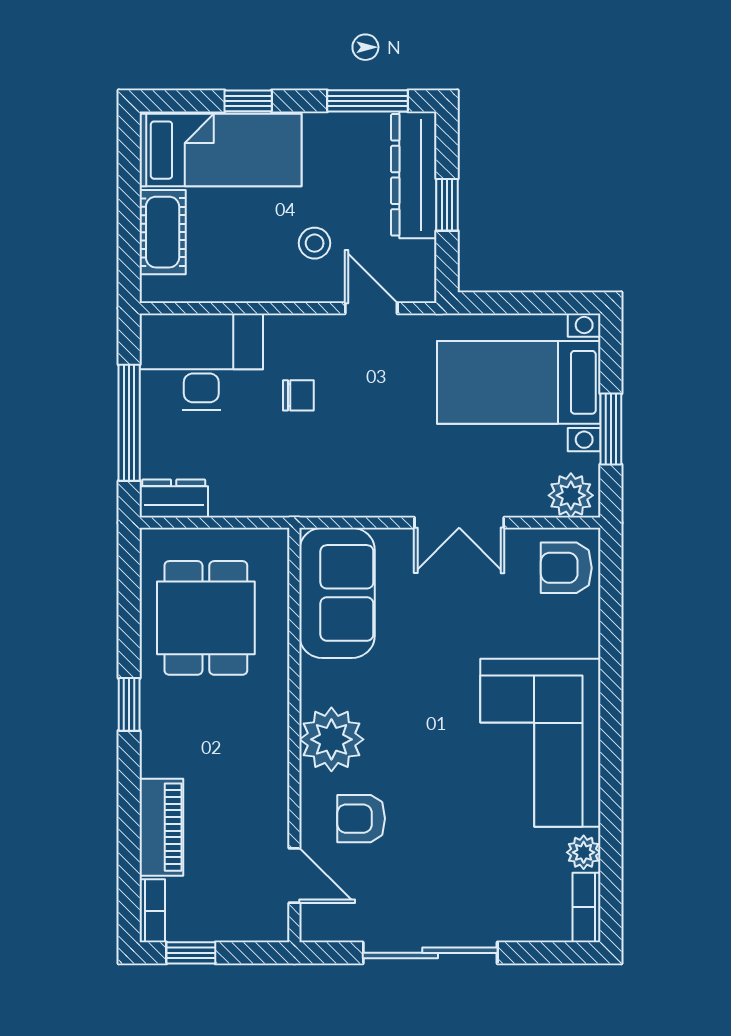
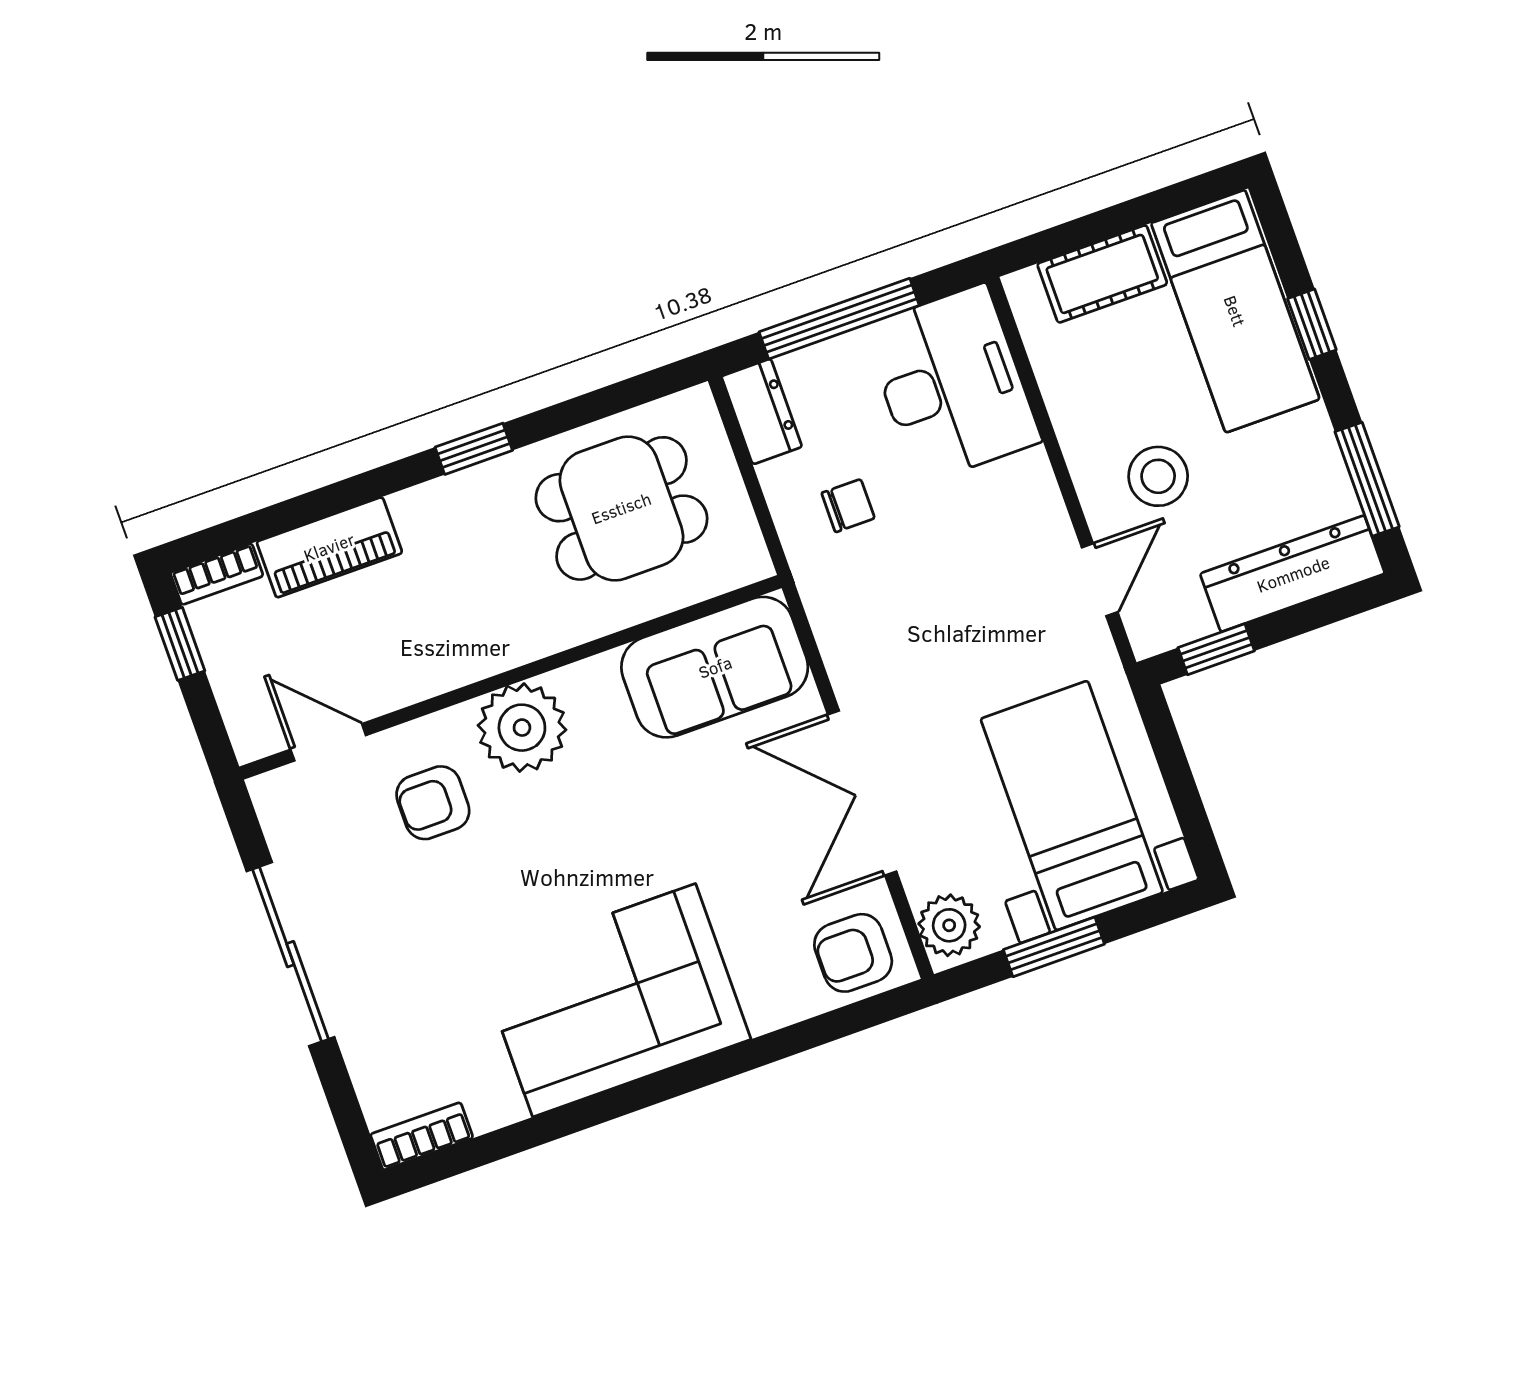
window: (447, 205) -> (1216, 649), moved
stool: (315, 243) -> (1158, 476), width x1.37, depth x1.37
chair: (298, 395) -> (848, 506), moved, turned -90
double door: (459, 523) -> (862, 793), width x1.37
armchair: (566, 568) -> (853, 953), turned -90
armchair: (361, 819) -> (433, 803), turned -90
plant: (584, 852) -> (492, 1107), removed
door: (294, 875) -> (328, 742), swing flipped

